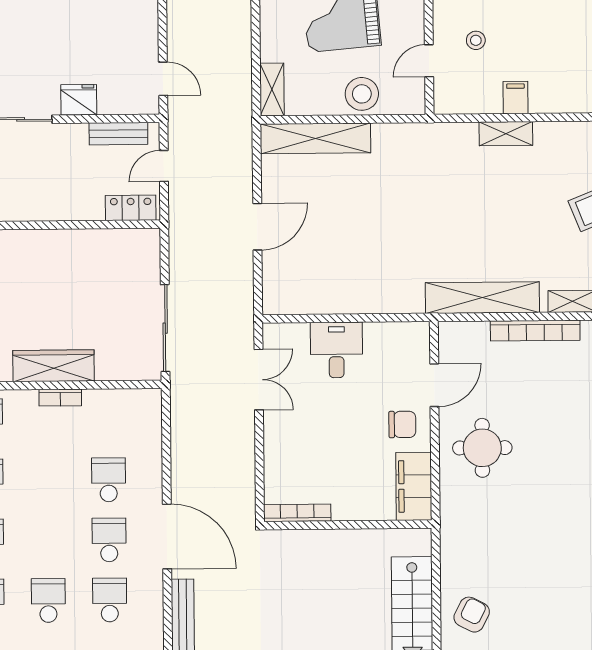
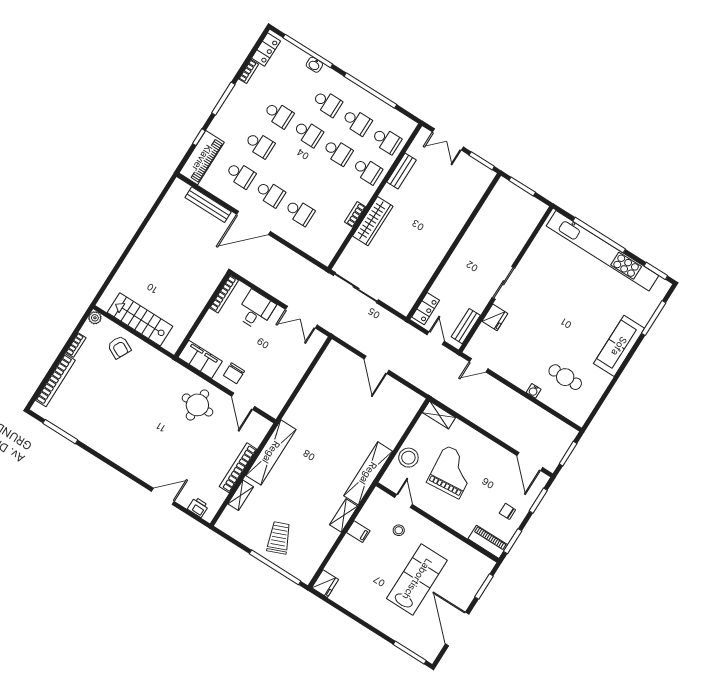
shelving: (315, 138) -> (368, 473), moved
desk: (337, 350) -> (256, 310), moved, turned -90

